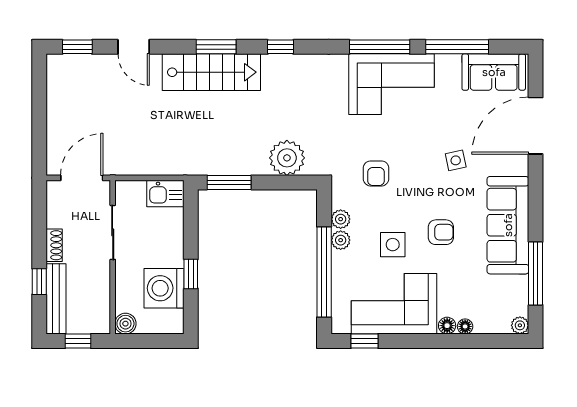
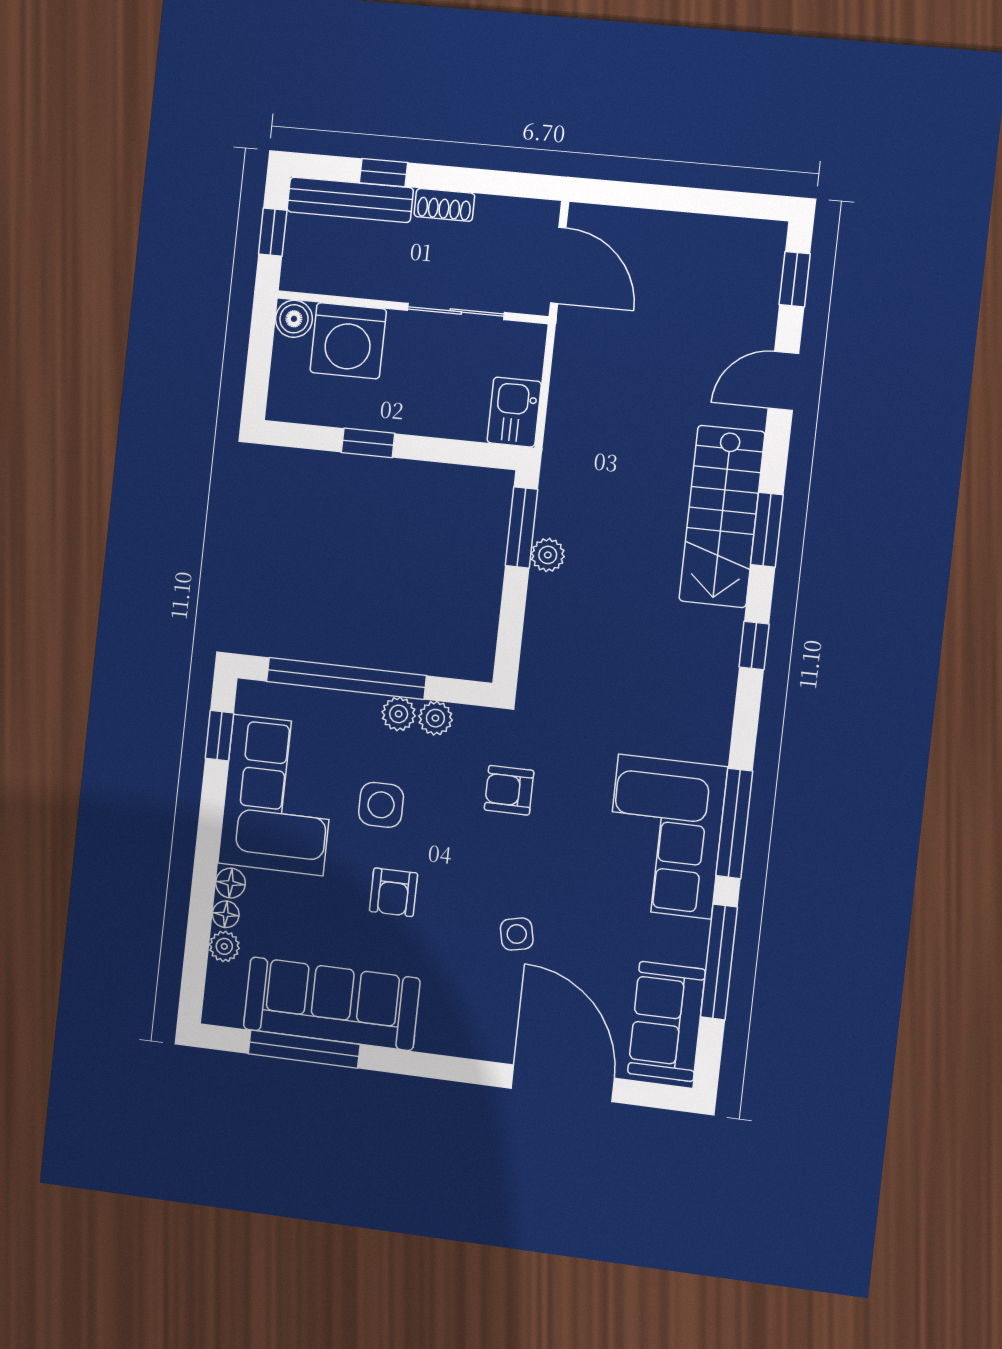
plant: (287, 158) -> (548, 555), moved, width x0.53, depth x0.53
sofa: (508, 225) -> (332, 1004), moved
washing machine: (164, 288) -> (348, 341), moved, turned 180
plant: (520, 325) -> (224, 946), moved

